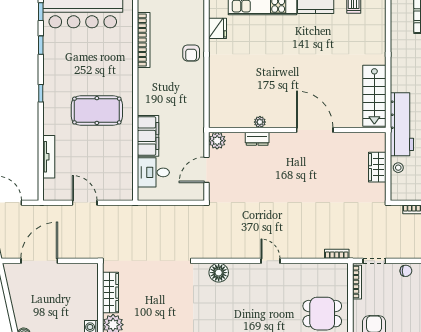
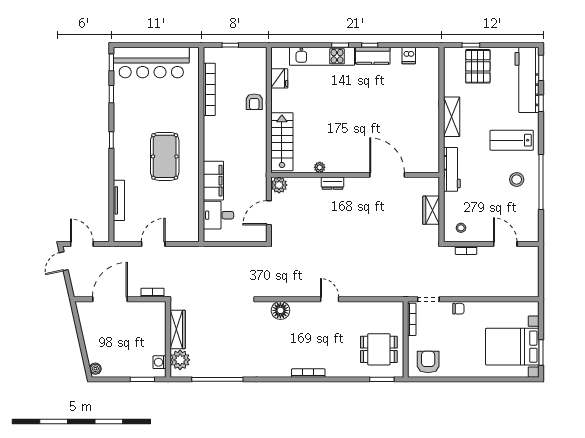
shelving: (399, 69) -> (452, 117), added
stairs: (374, 96) -> (282, 142), moved, turned 180
pool table: (97, 111) -> (165, 156), turned 90
workbench: (402, 124) -> (452, 169), width x0.73, depth x0.76
door: (315, 130) -> (387, 175), moved
dresser: (257, 139) -> (332, 183), moved
stool: (398, 168) -> (461, 228), moved
door: (85, 203) -> (153, 244), hinge flipped
bookcase: (337, 254) -> (153, 293), moved

